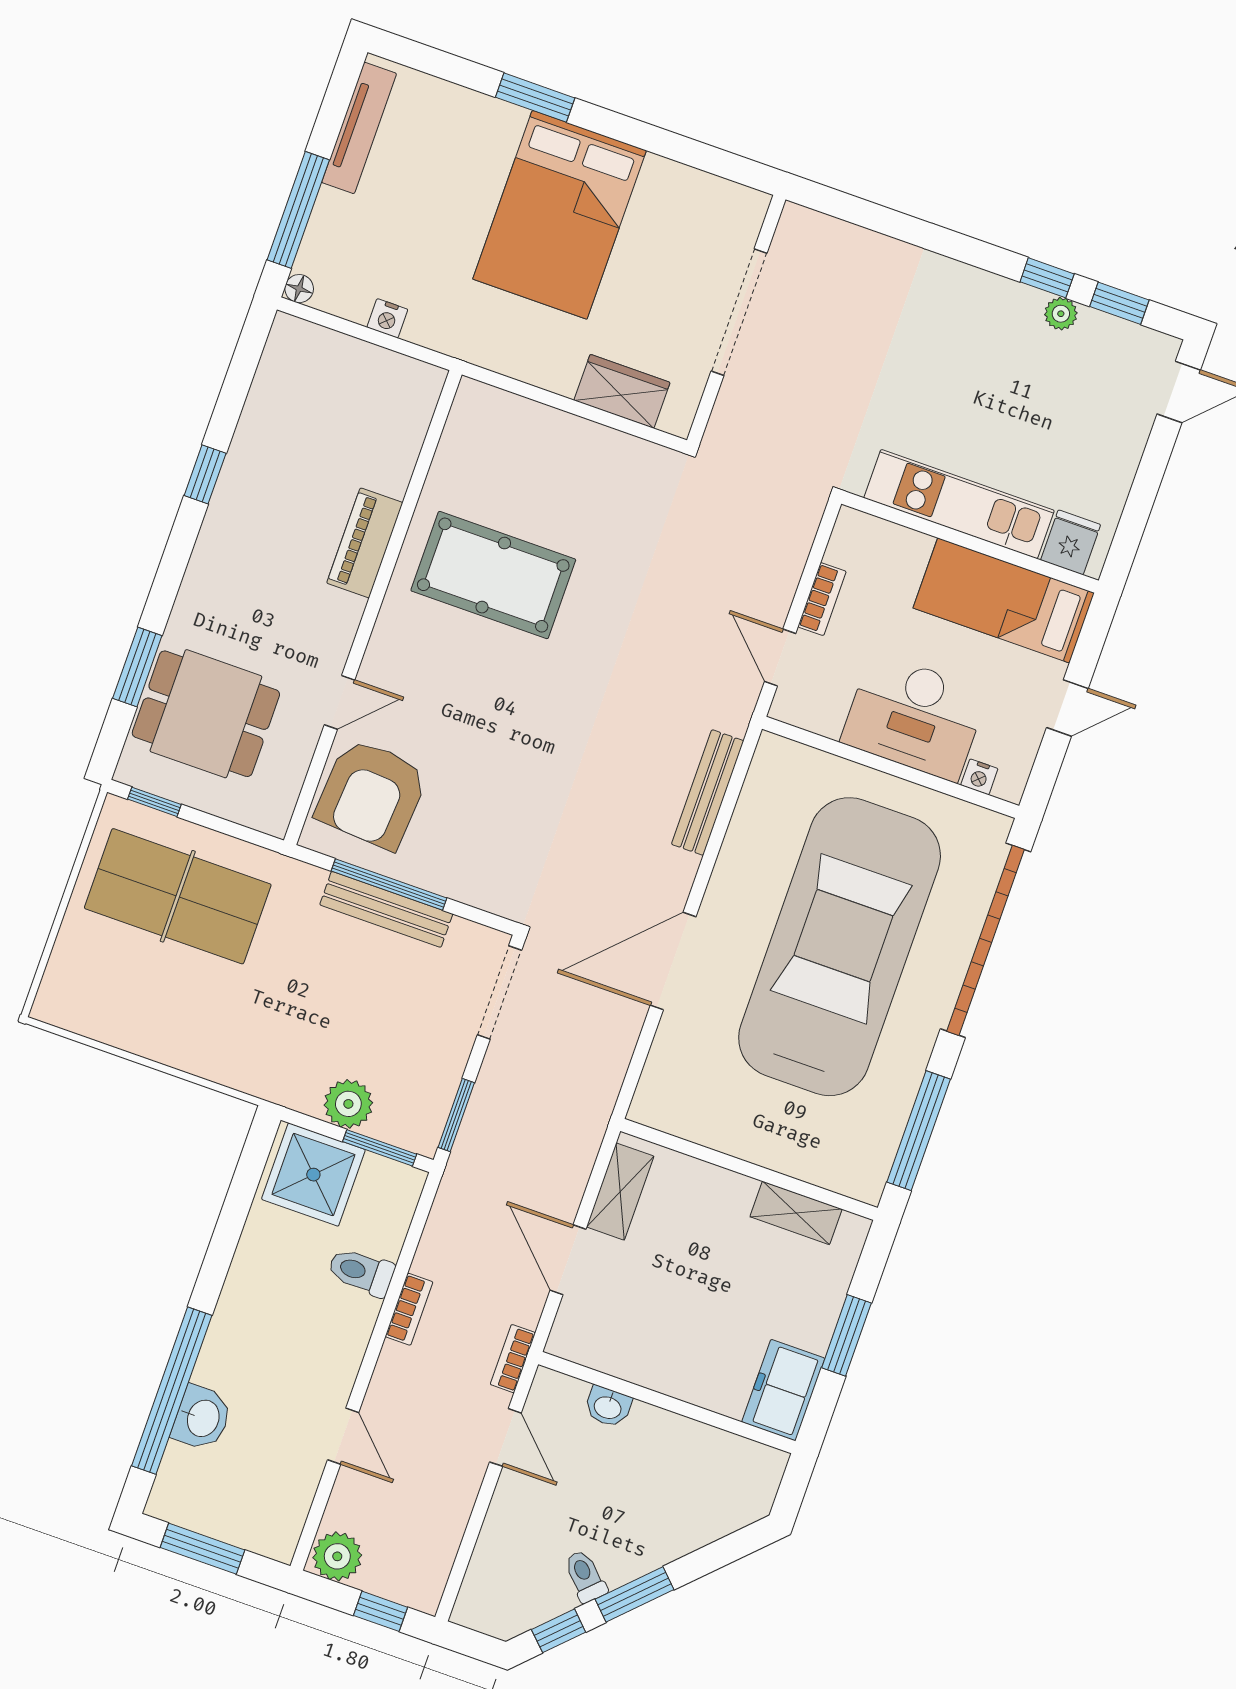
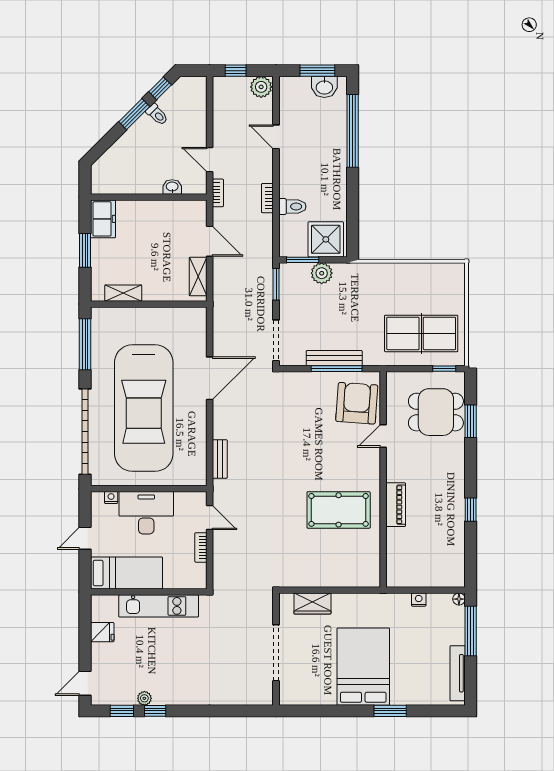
fridge: (1071, 542) -> (102, 632), moved, turned -90
bench: (708, 793) -> (220, 459), width x0.73
washbasin: (202, 1418) -> (324, 87), moved, turned -90

